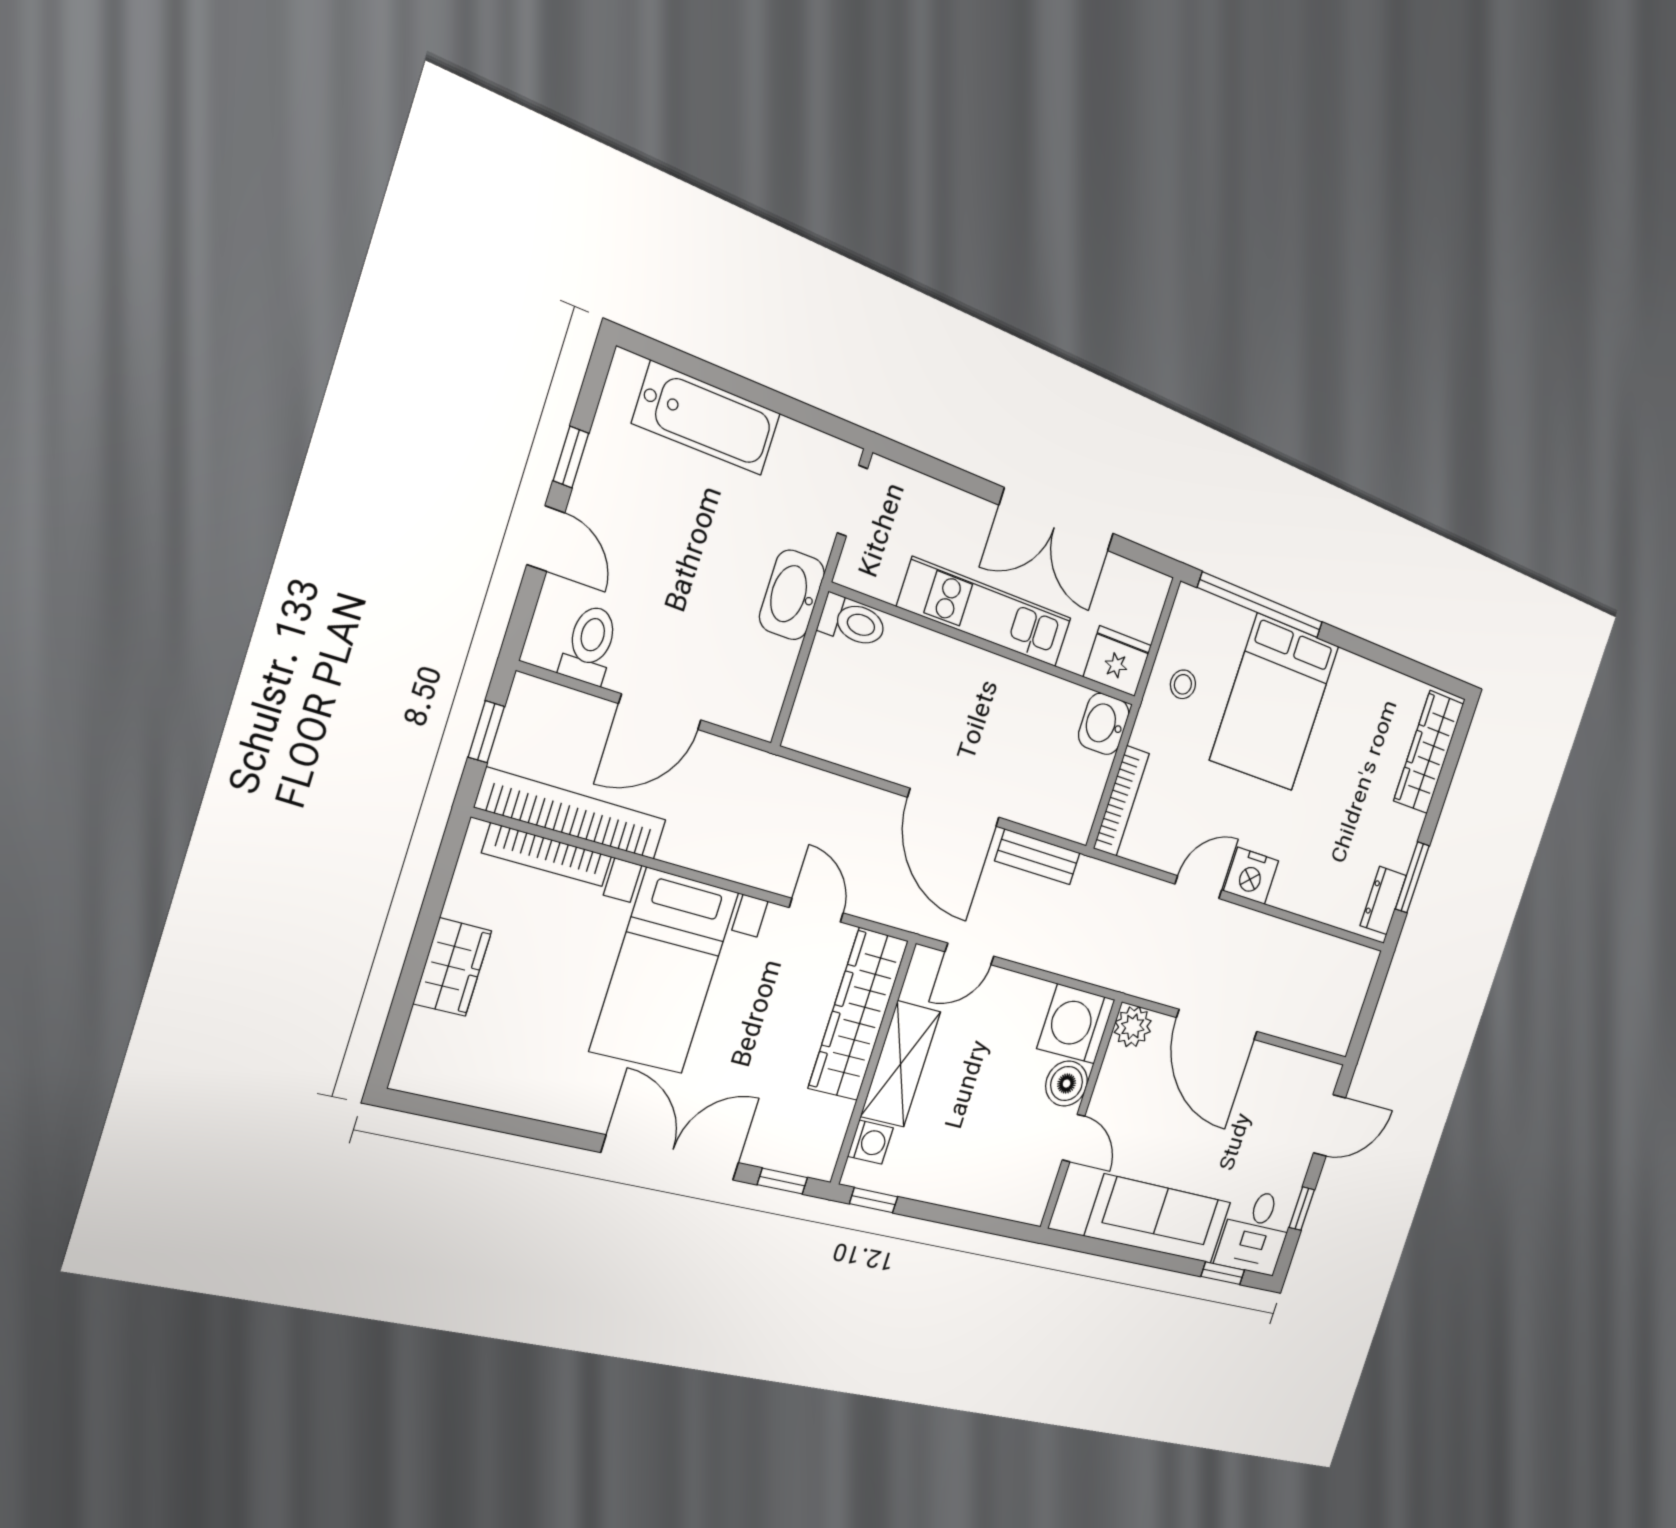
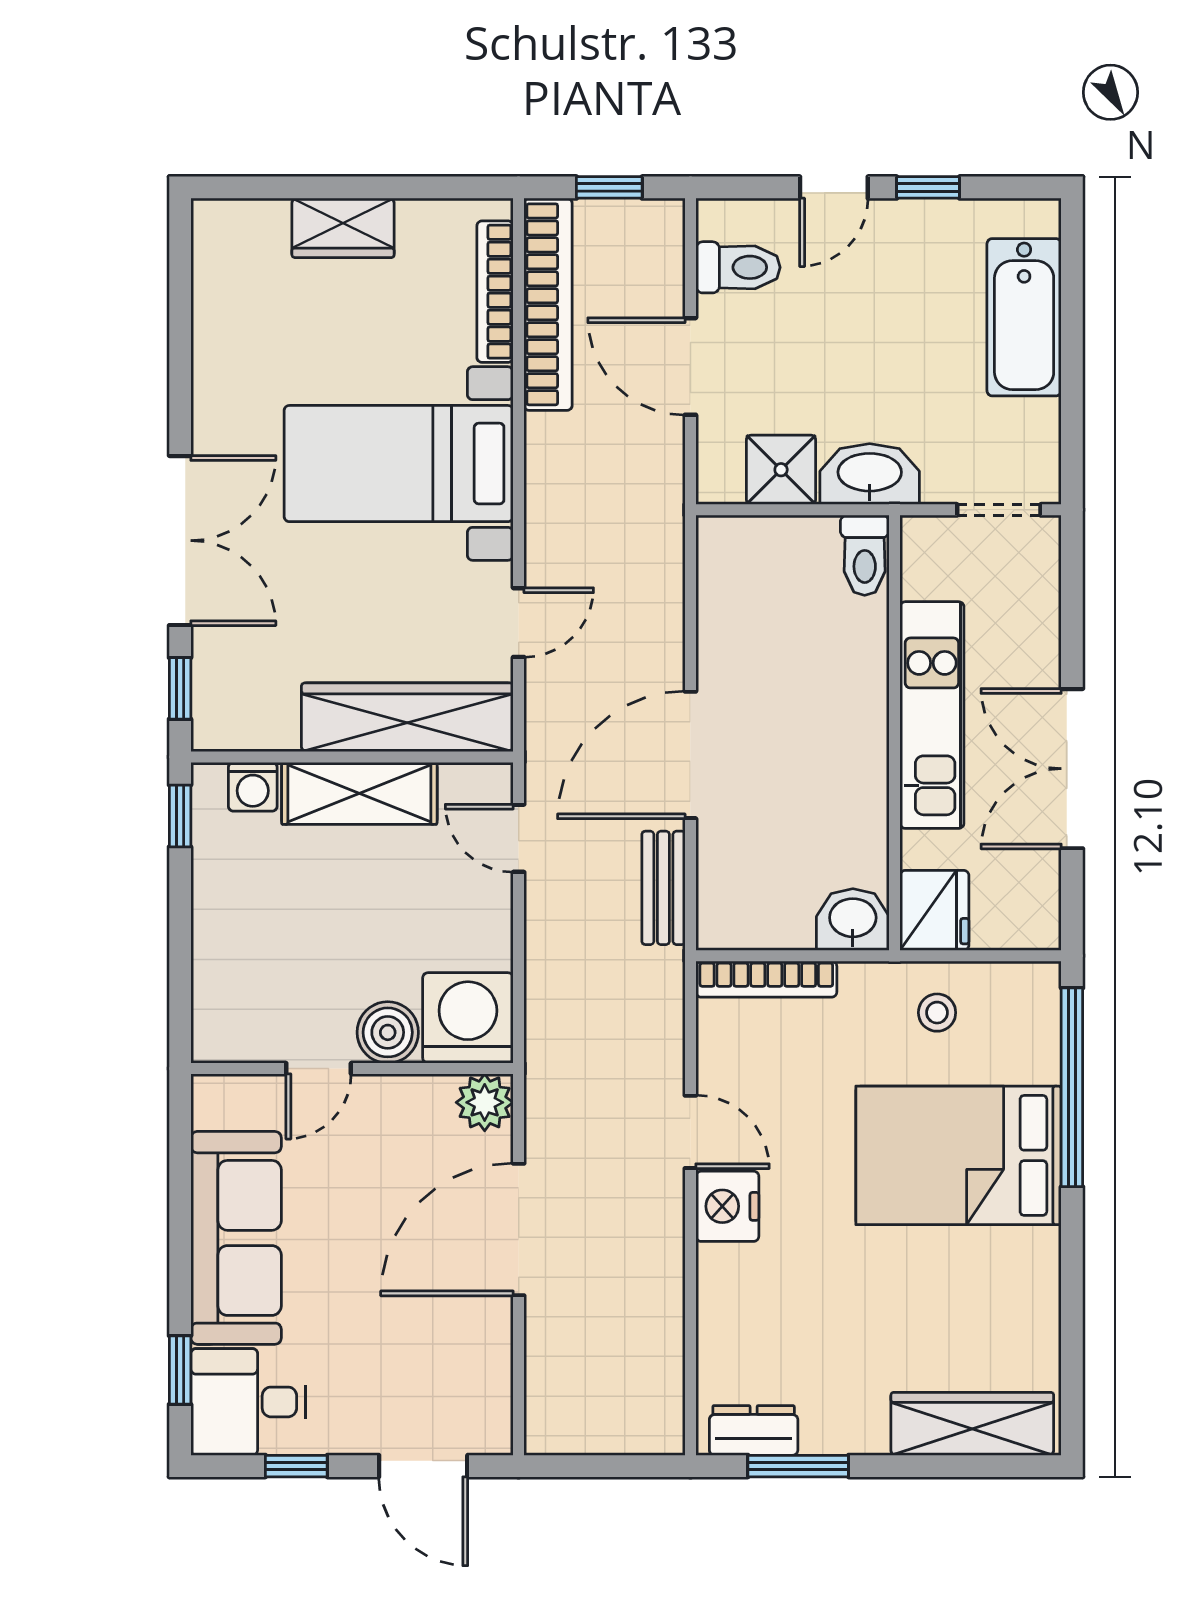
shower: (766, 666) -> (781, 470), added

